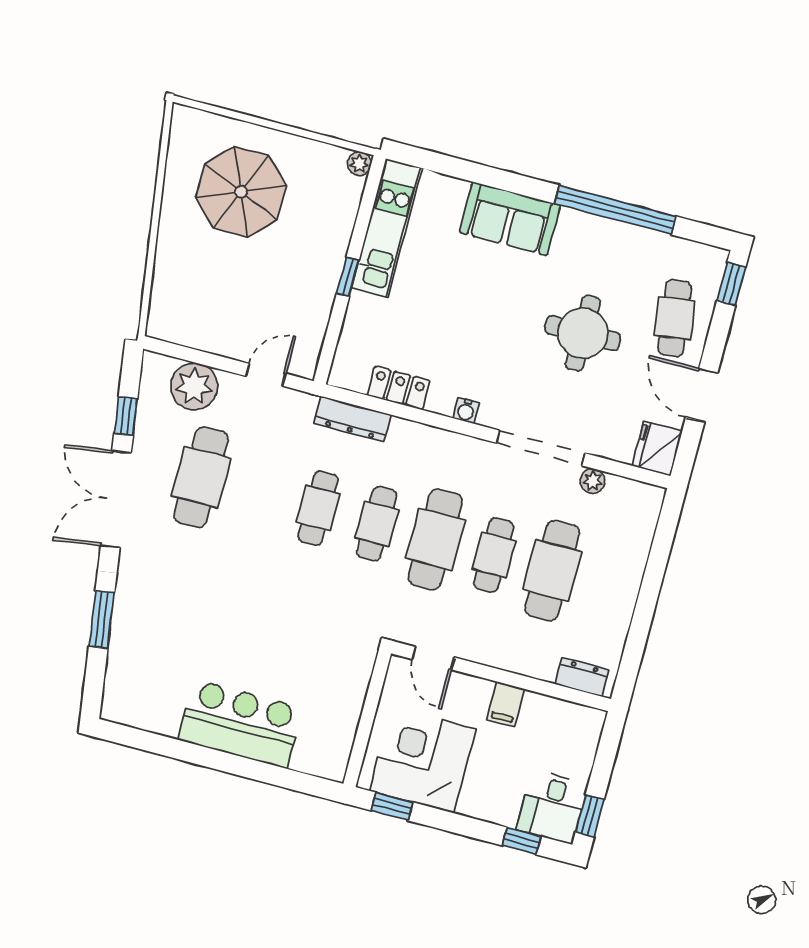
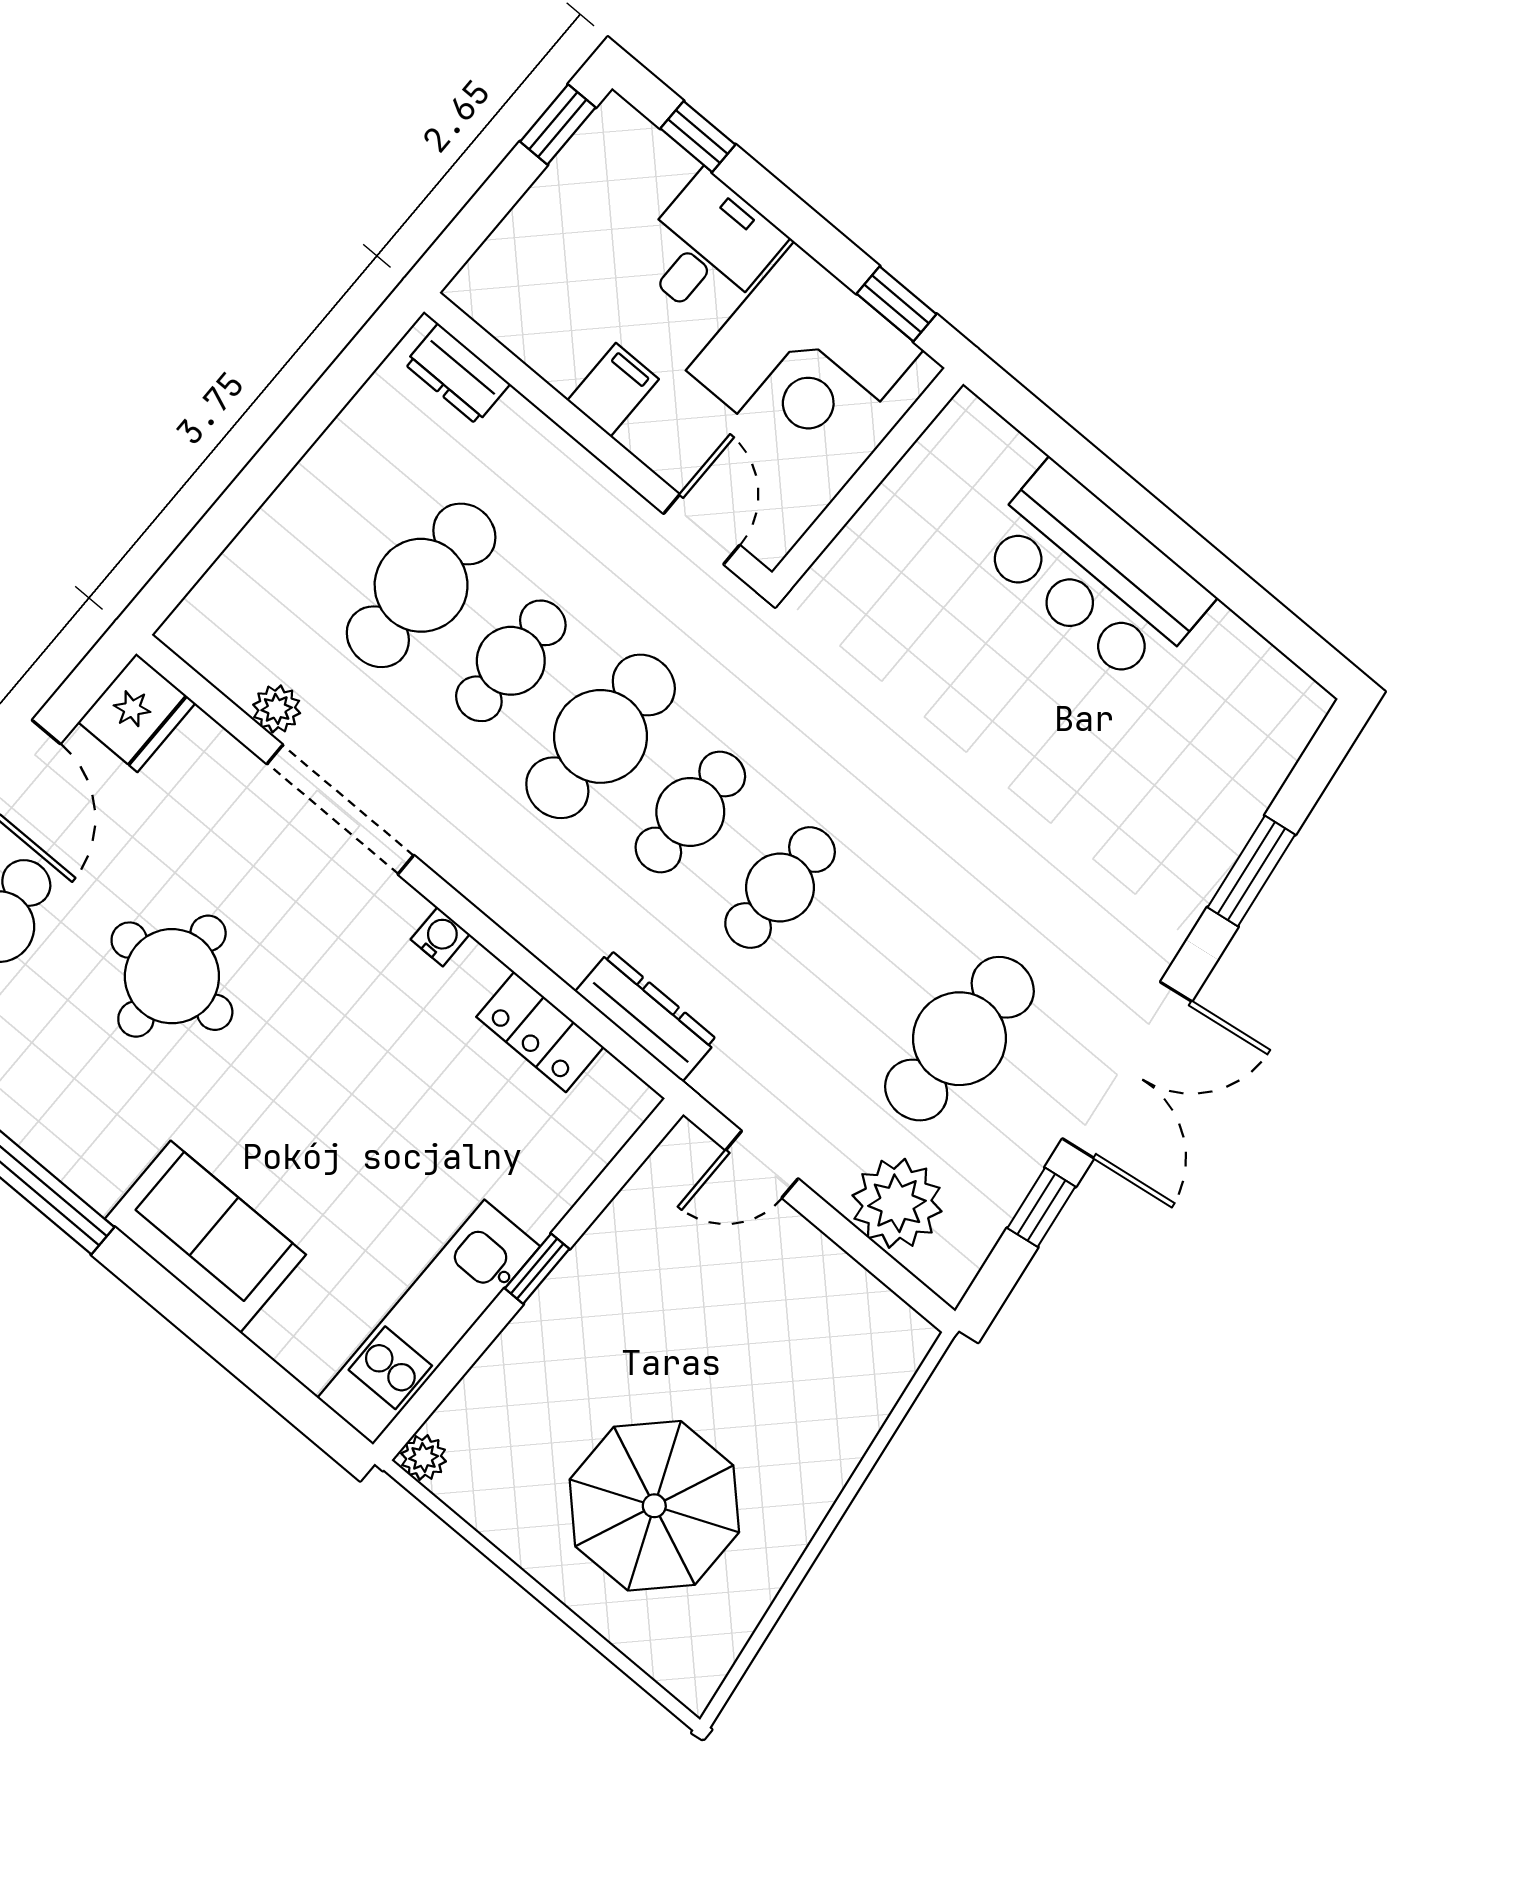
desk: (552, 807) -> (708, 248), moved

